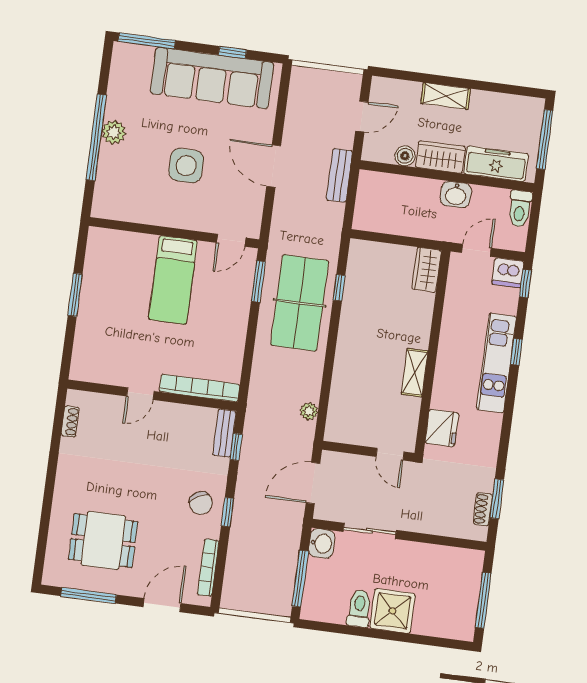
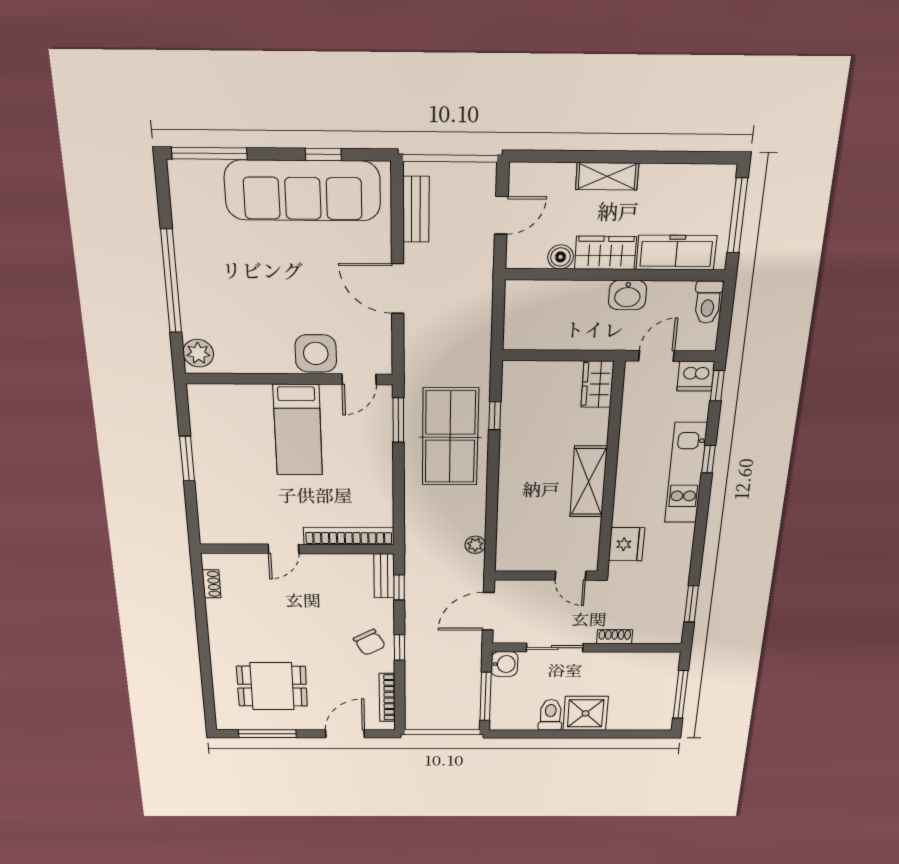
plant: (114, 132) -> (198, 353), moved
side table: (186, 166) -> (316, 353), moved
bench: (339, 175) -> (416, 209), moved
shelving: (415, 373) -> (588, 482), width x1.50, depth x1.33
shoe rack: (483, 509) -> (615, 637), moved, turned 90

